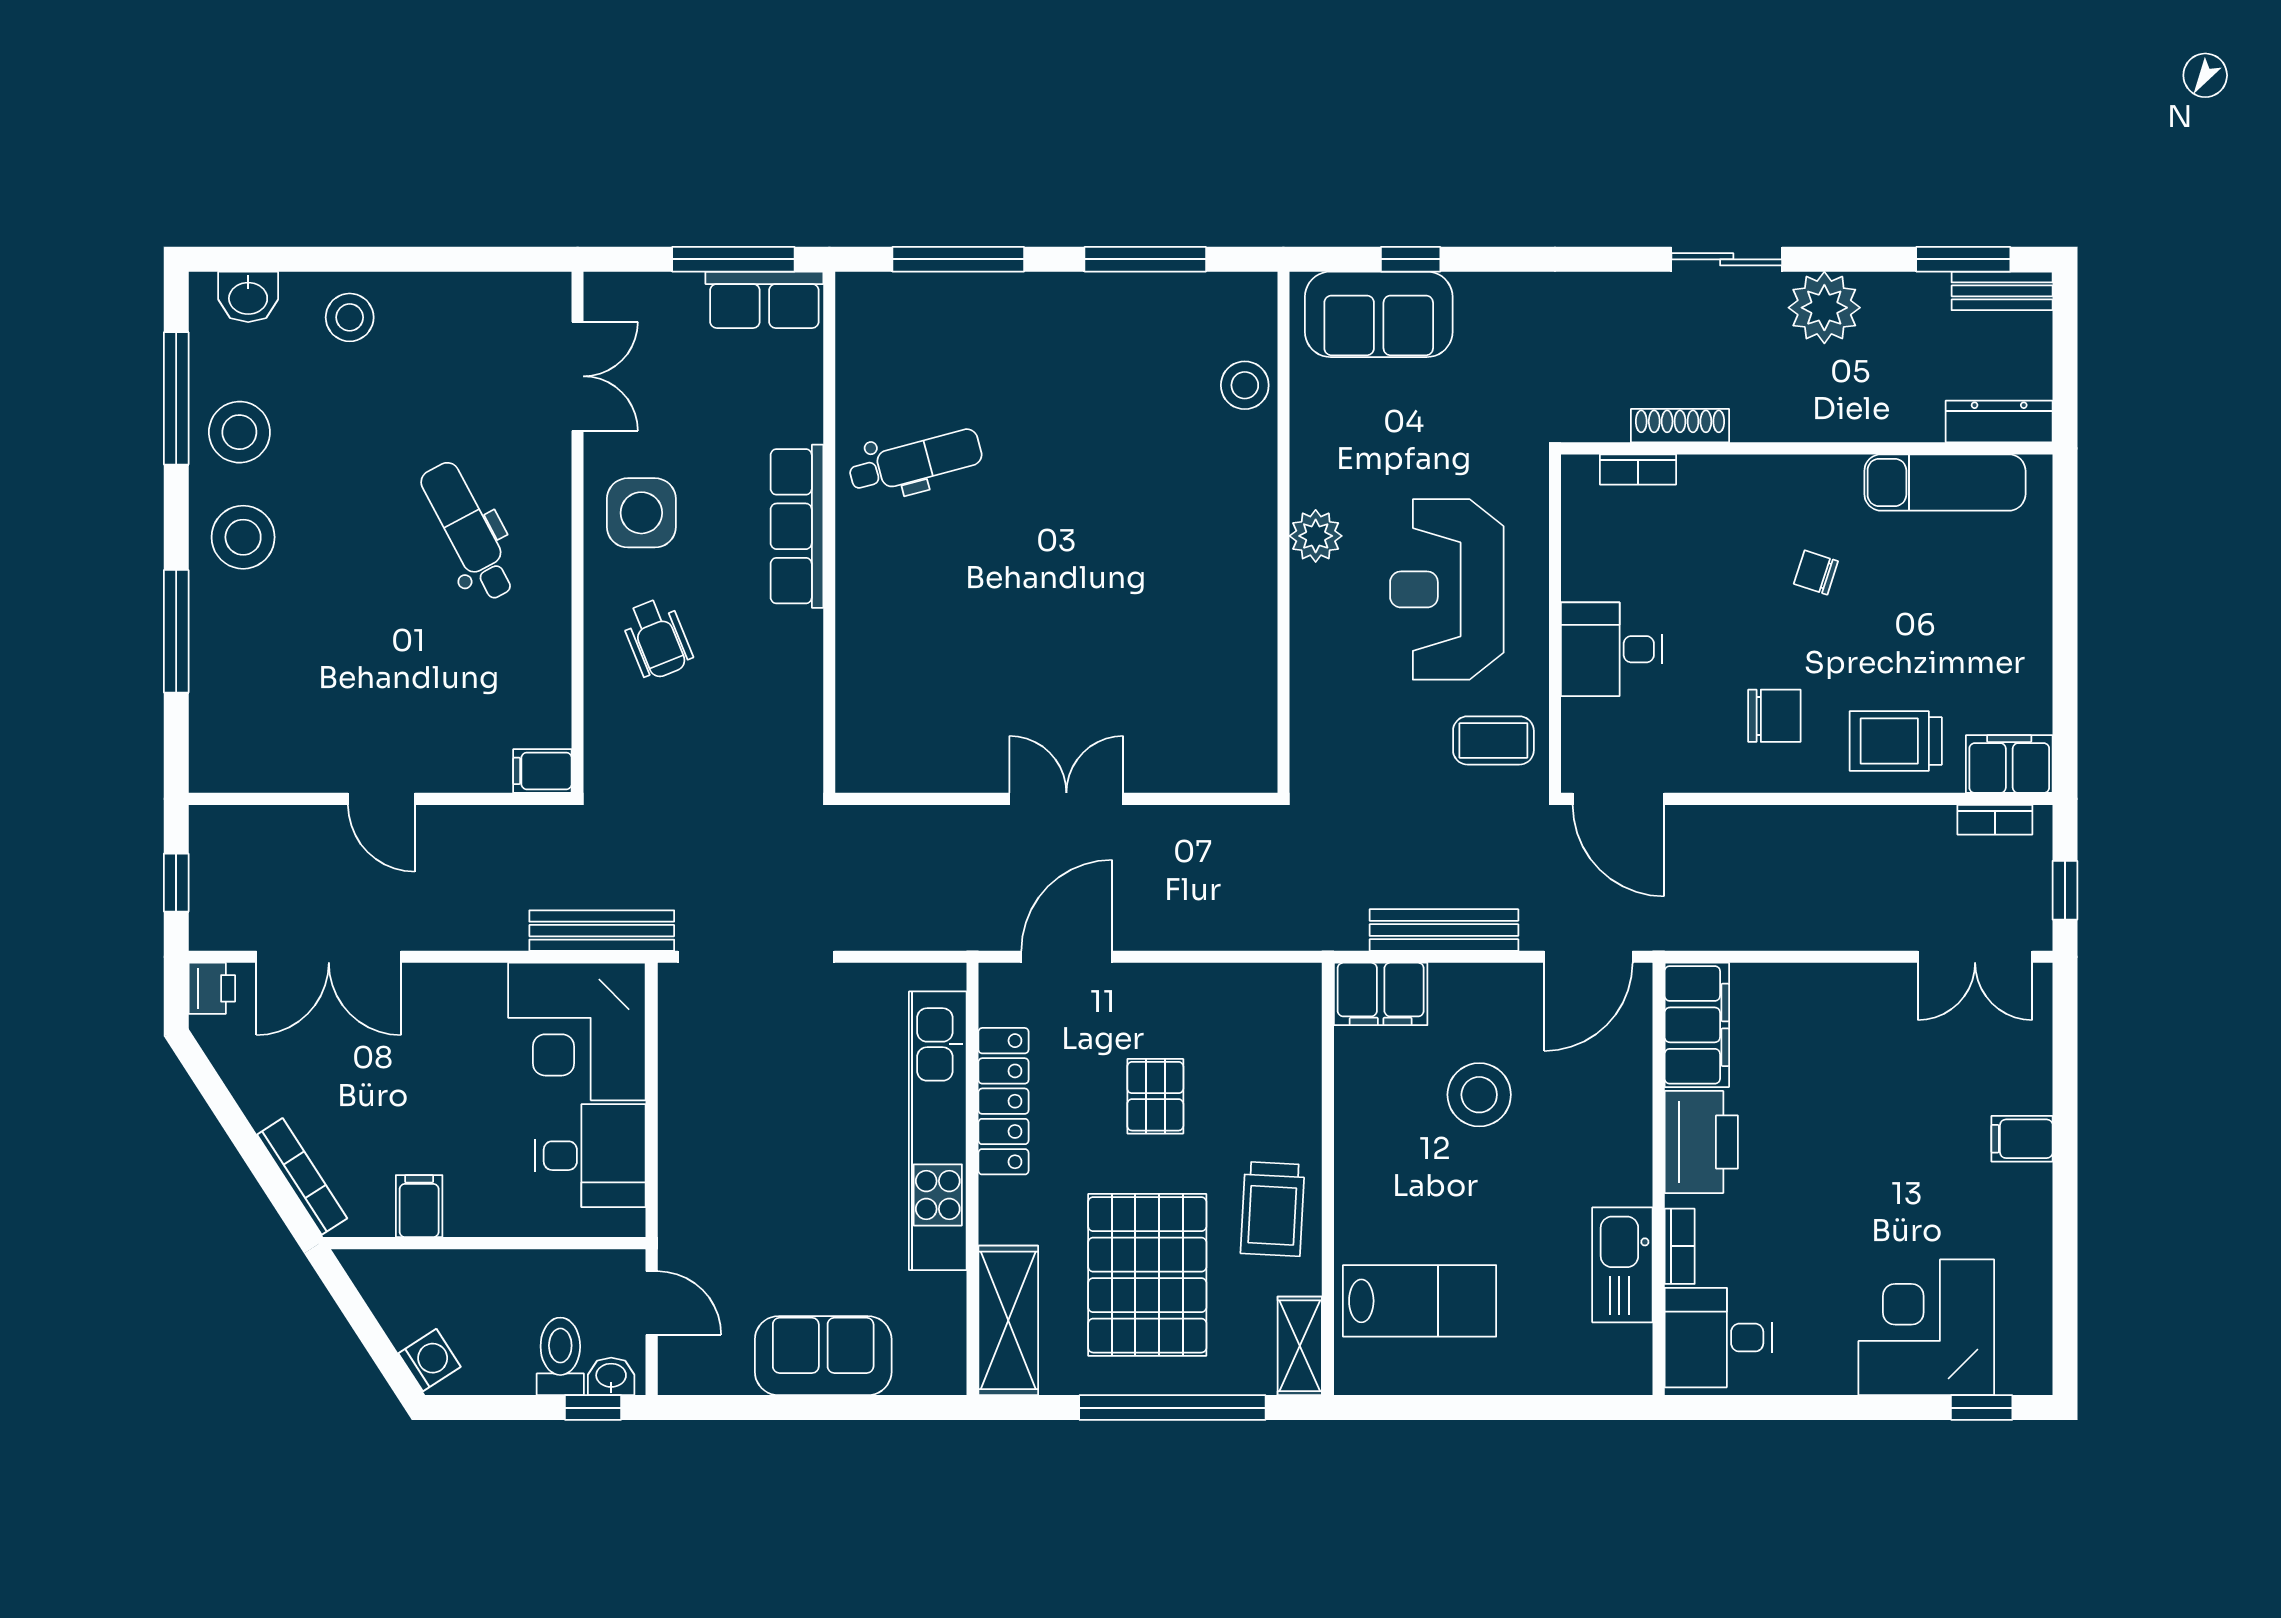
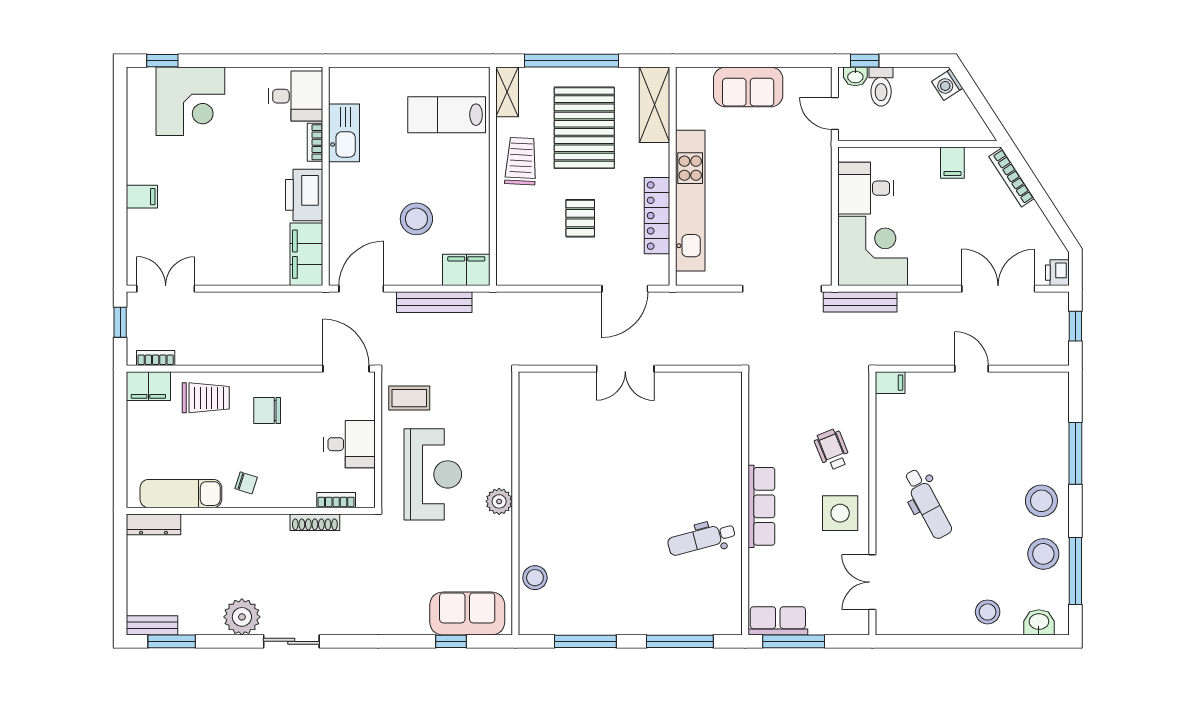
dresser: (1999, 421) -> (153, 524), moved
shoe rack: (1680, 426) -> (315, 522), moved
wall: (1807, 448) -> (251, 511), moved
bookcase: (1638, 469) -> (336, 500), moved
exam couch: (1945, 482) -> (181, 494), moved

